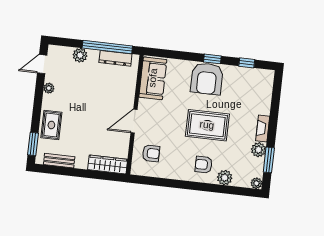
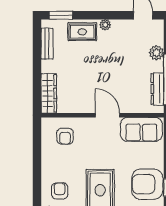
plant: (49, 88) -> (105, 25), moved
door: (134, 121) -> (108, 115), moved

